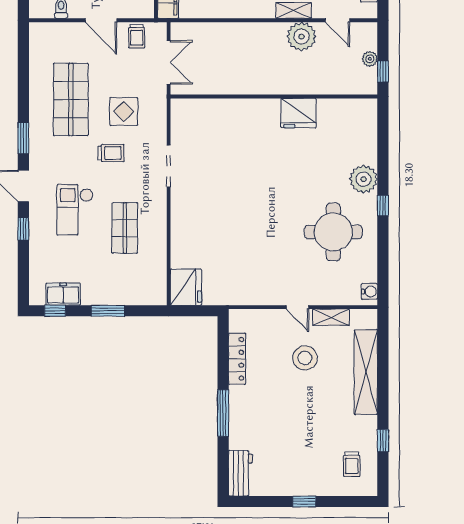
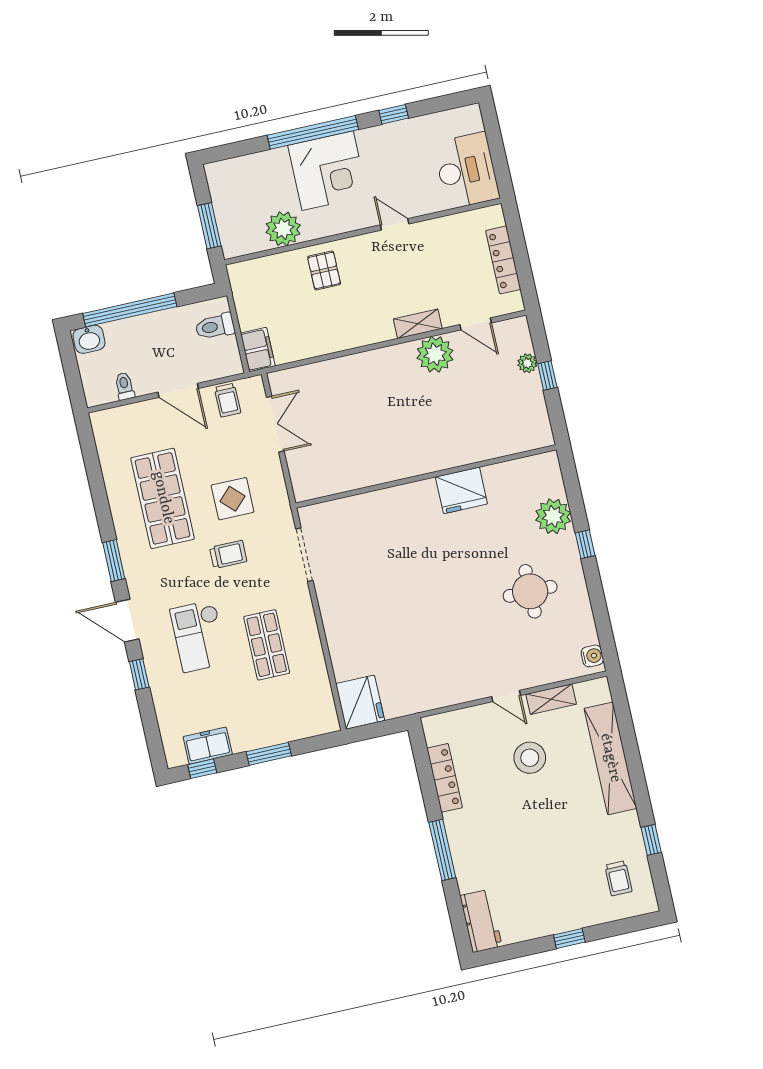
wall: (274, 97) -> (426, 476), moved
fridge: (298, 113) -> (461, 490), moved
round table: (333, 232) -> (530, 591), width x0.73, depth x0.73

